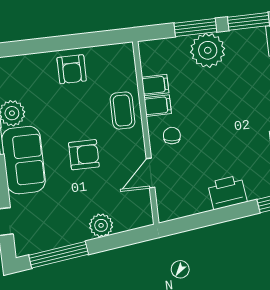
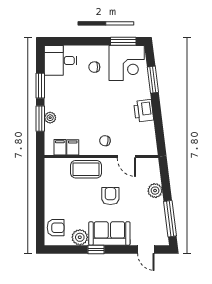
plant: (208, 50) -> (50, 118), width x0.53, depth x0.53
armchair: (72, 69) -> (56, 228), moved
filing cabinet: (158, 106) -> (60, 147), moved
coffee table: (122, 111) -> (86, 169), width x1.36, depth x1.30

